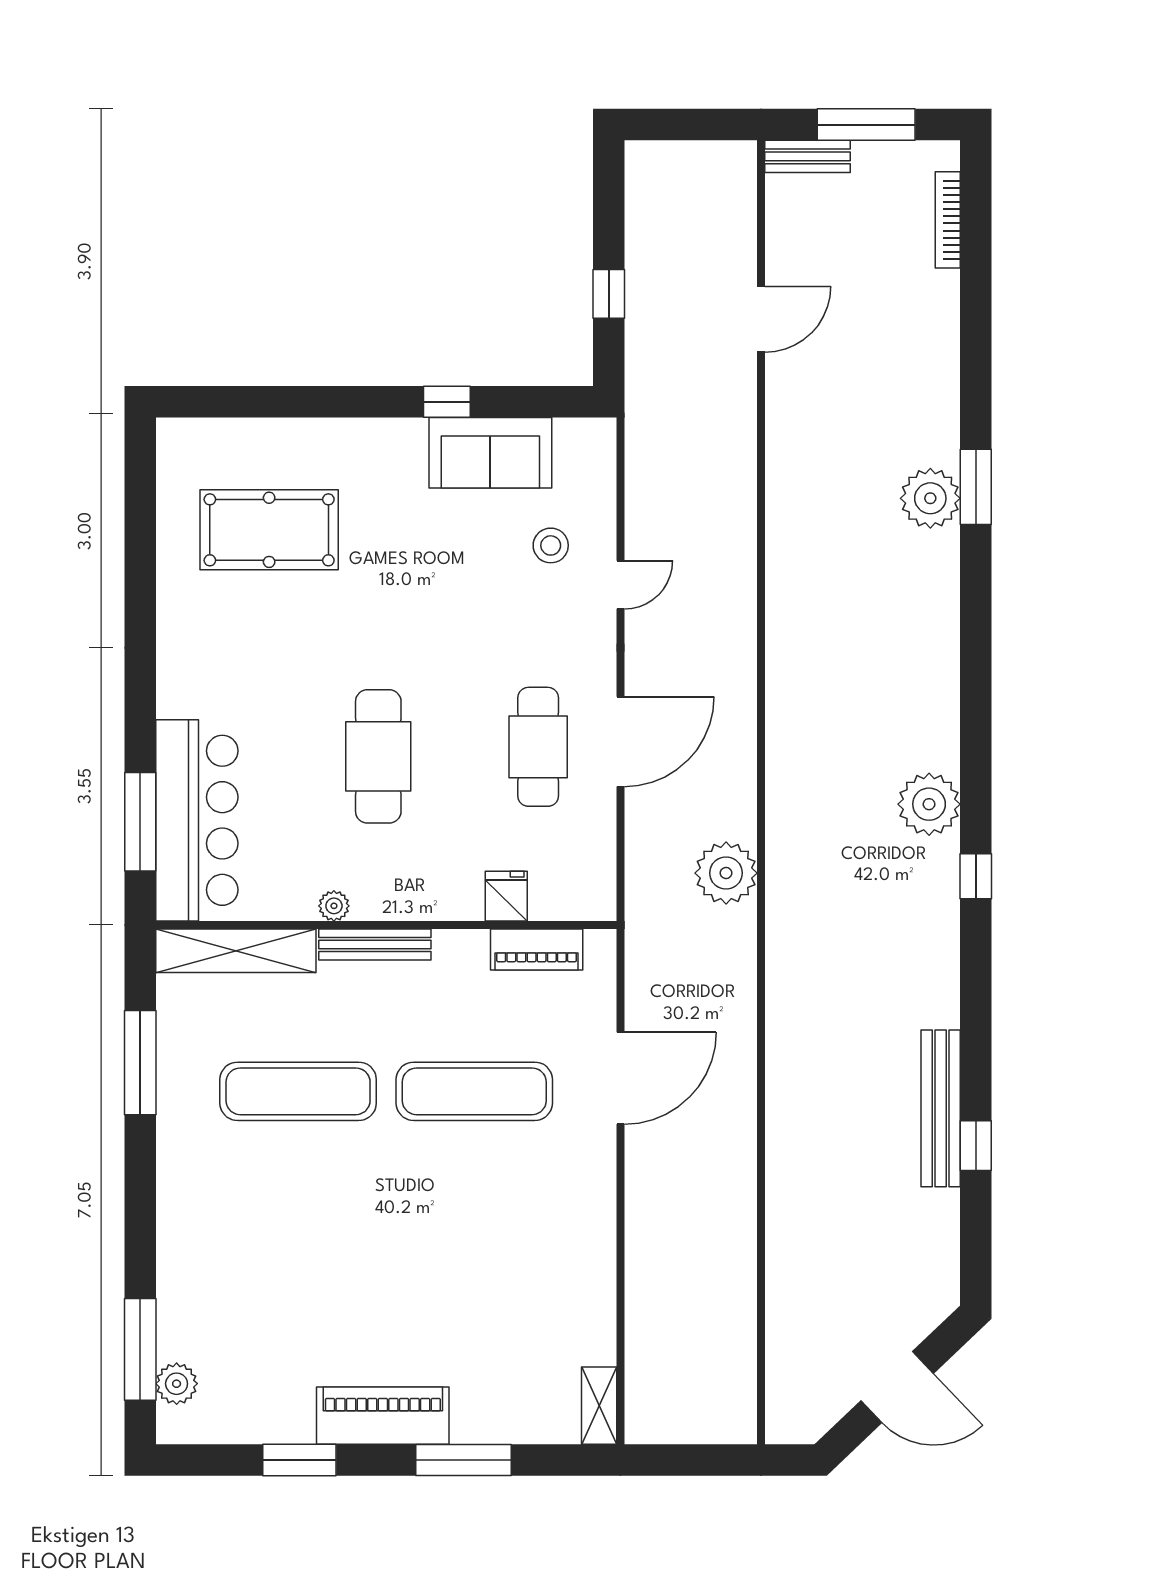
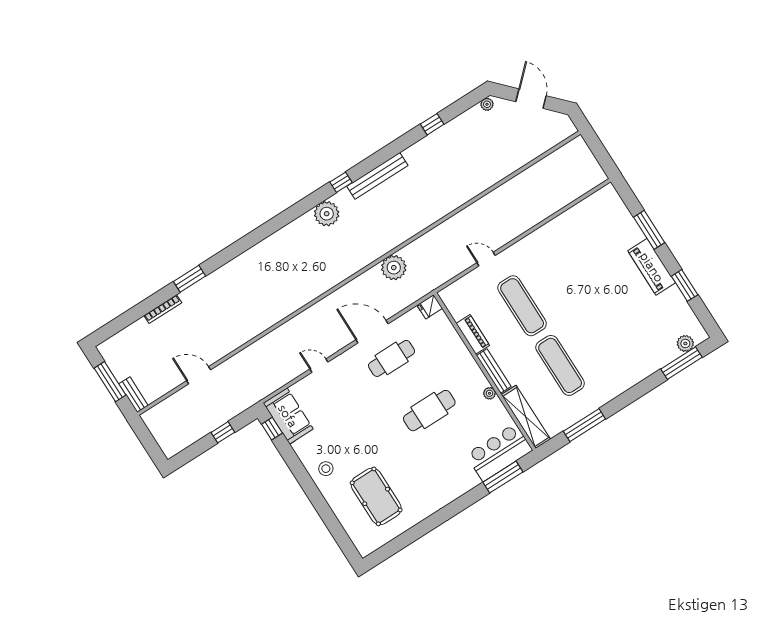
bookcase: (948, 220) -> (163, 309), moved
window: (447, 402) -> (272, 429), moved
sofa: (490, 453) -> (288, 416), moved
window: (976, 487) -> (189, 279), moved
plant: (930, 498) -> (487, 104), moved, width x0.53, depth x0.53
stool: (551, 545) -> (326, 469), moved
bar counter: (197, 820) -> (499, 452), width x0.73
fridge: (506, 896) -> (430, 307), moved
piano: (537, 949) -> (473, 334), moved
door: (620, 1078) -> (486, 259), width x0.53
bench: (941, 1108) -> (377, 176), moved
shelving: (599, 1406) -> (602, 196), removed

